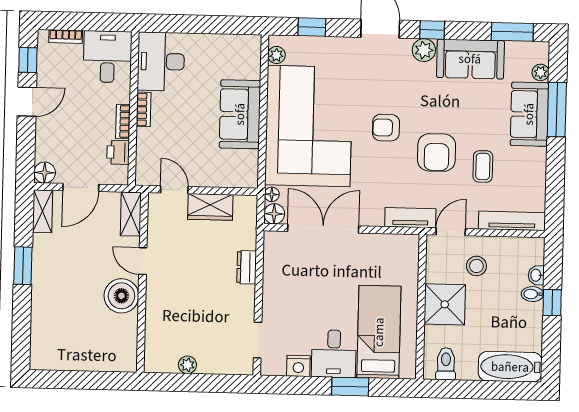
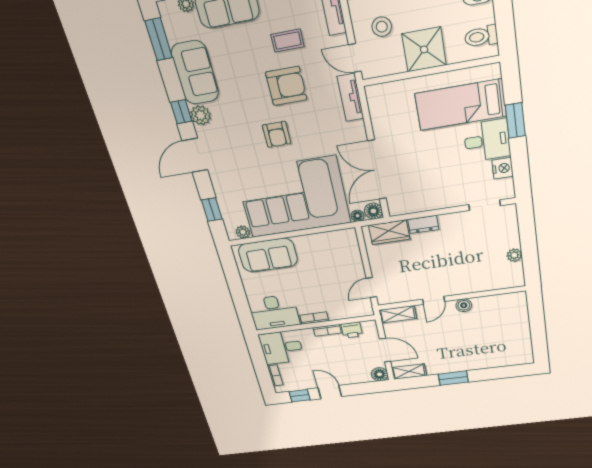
sofa: (240, 114) -> (268, 255), moved
wardrobe: (210, 207) -> (389, 232), moved, turned 90
boiler: (121, 296) -> (464, 305), width x0.54, depth x0.54

